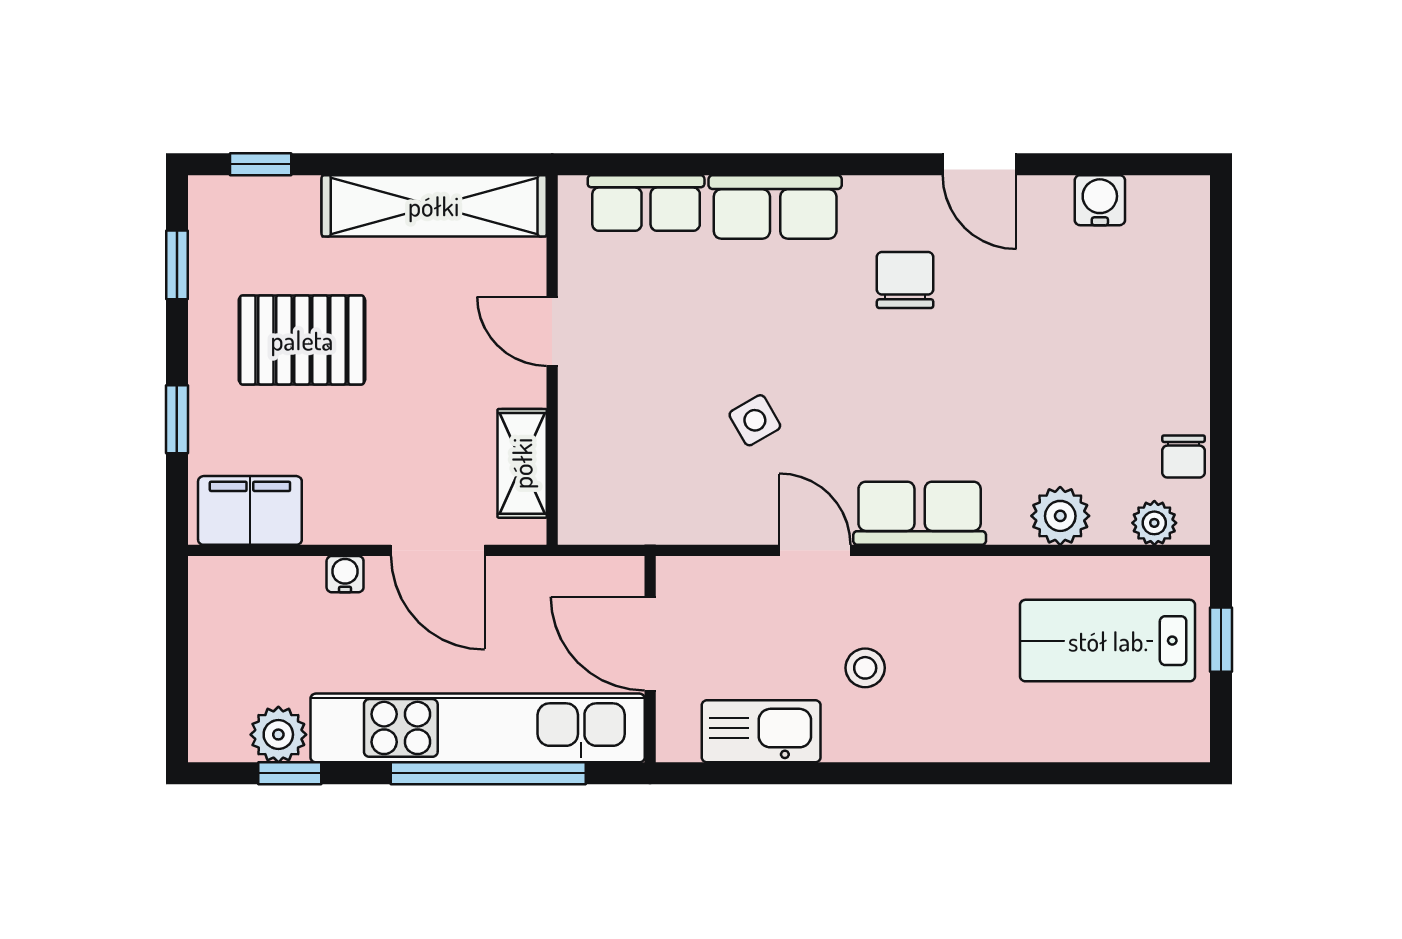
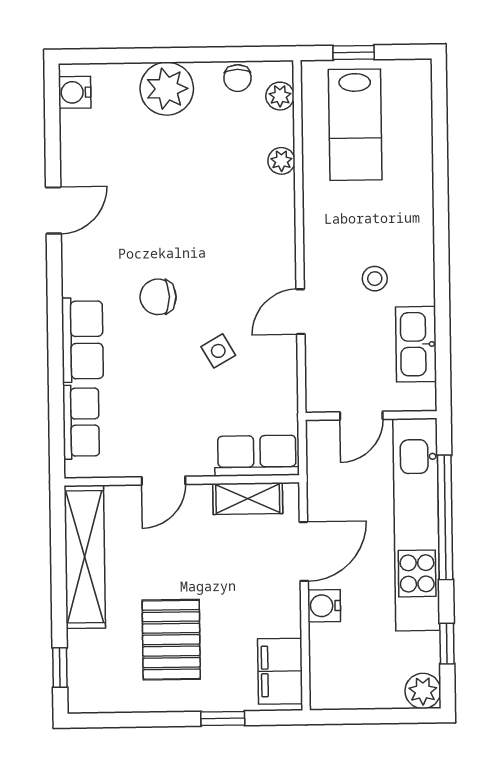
water cooler: (1100, 200) -> (75, 92), moved
window: (177, 265) -> (125, 720), removed
chair: (905, 280) -> (158, 297), moved
plant: (1168, 345) -> (167, 89), added
chair: (1183, 456) -> (237, 78), turned 90
row of seats: (920, 513) -> (257, 456), moved, turned 90
plant: (1060, 516) -> (281, 161), width x0.73, depth x0.73
water cooler: (345, 574) -> (324, 606), width x1.38, depth x1.38
door: (650, 644) -> (361, 416), width x0.73
plant: (278, 735) -> (423, 691), moved

